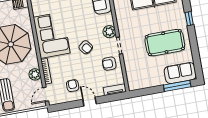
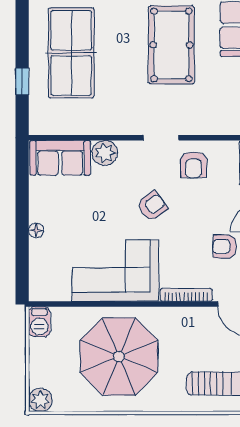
plant: (109, 32) -> (105, 153), moved
plant: (35, 74) -> (188, 319), removed

